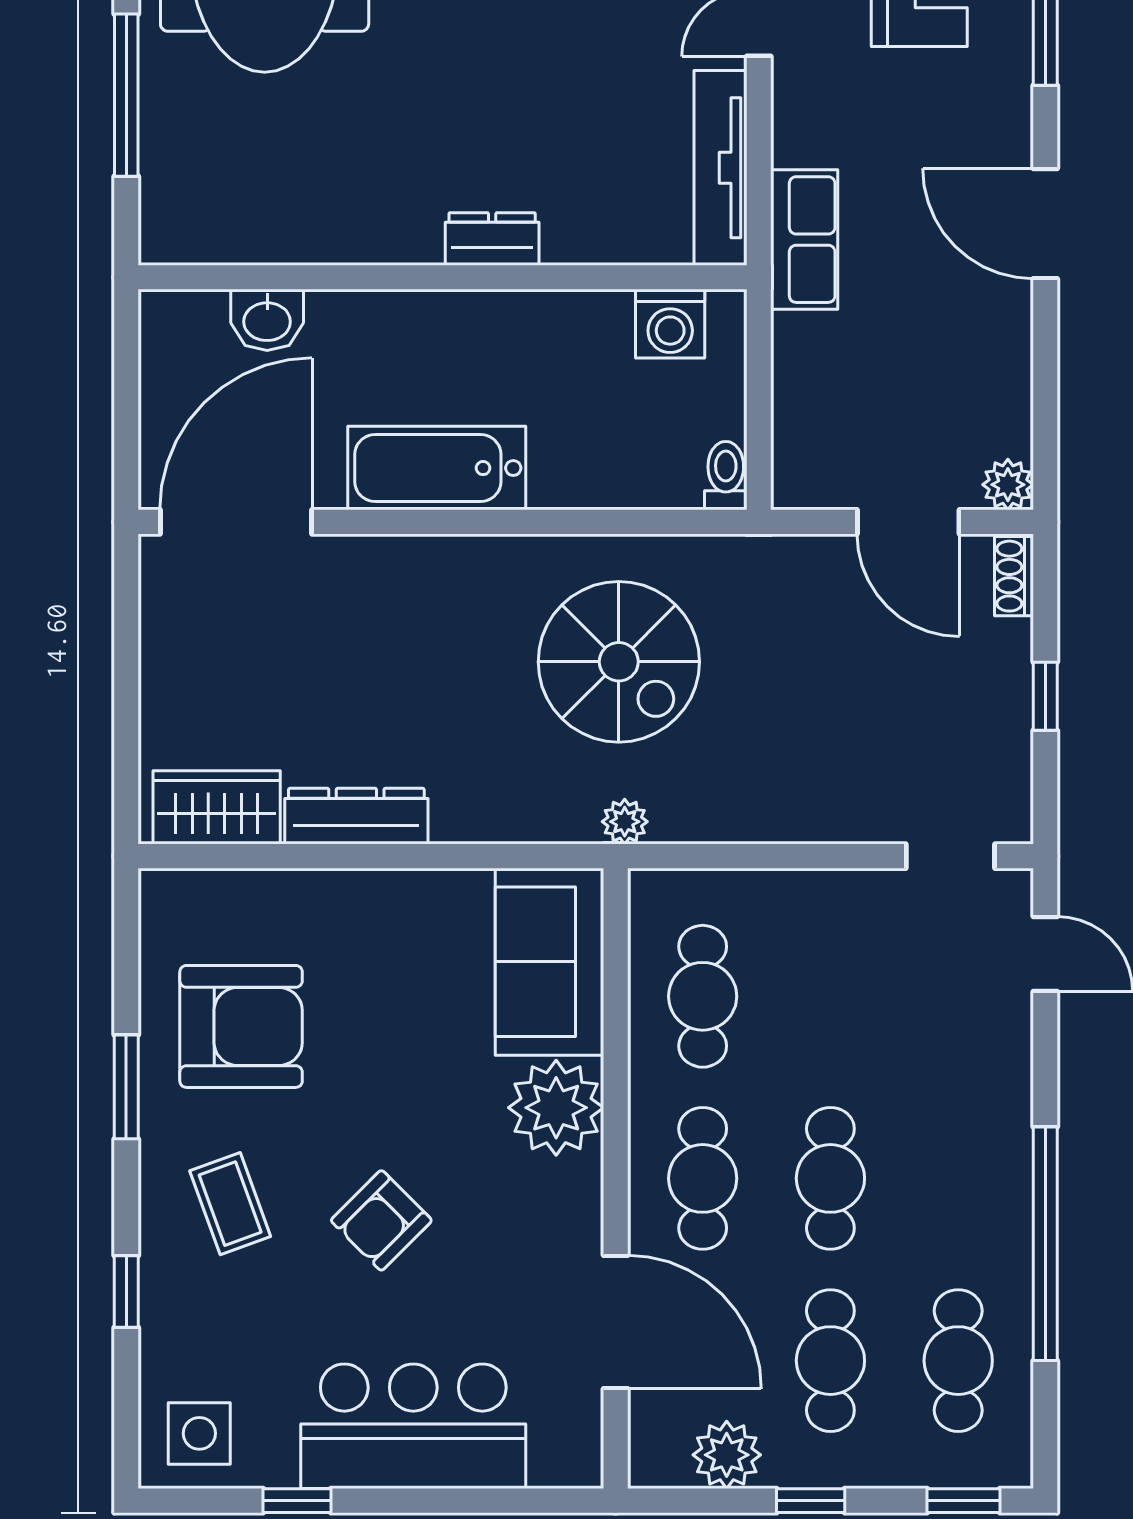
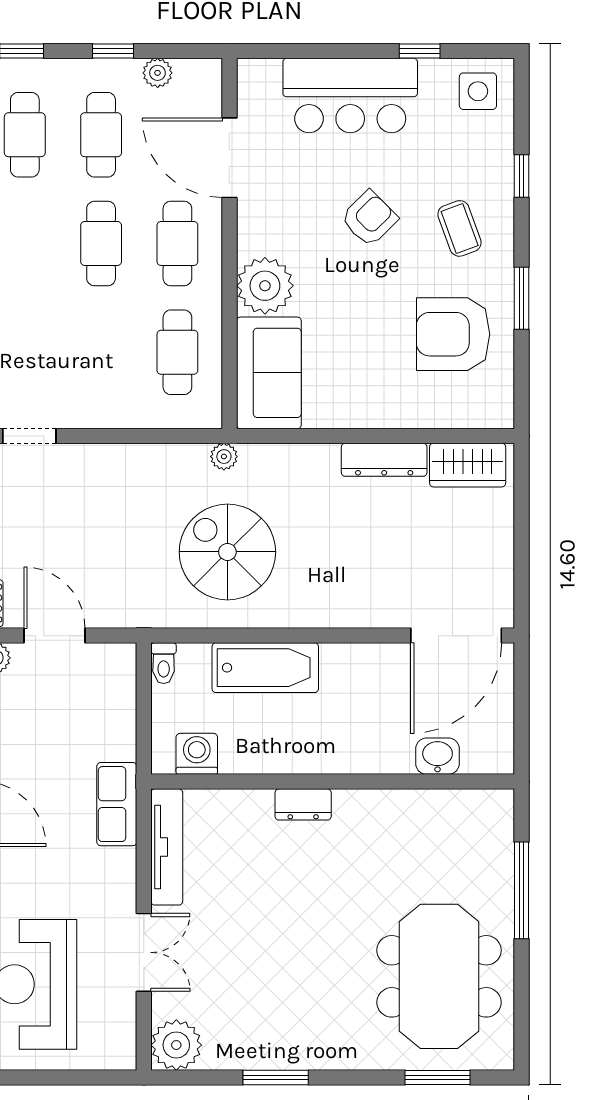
bathtub: (437, 468) -> (265, 668), moved
plant: (727, 1455) -> (158, 73), width x0.73, depth x0.73

